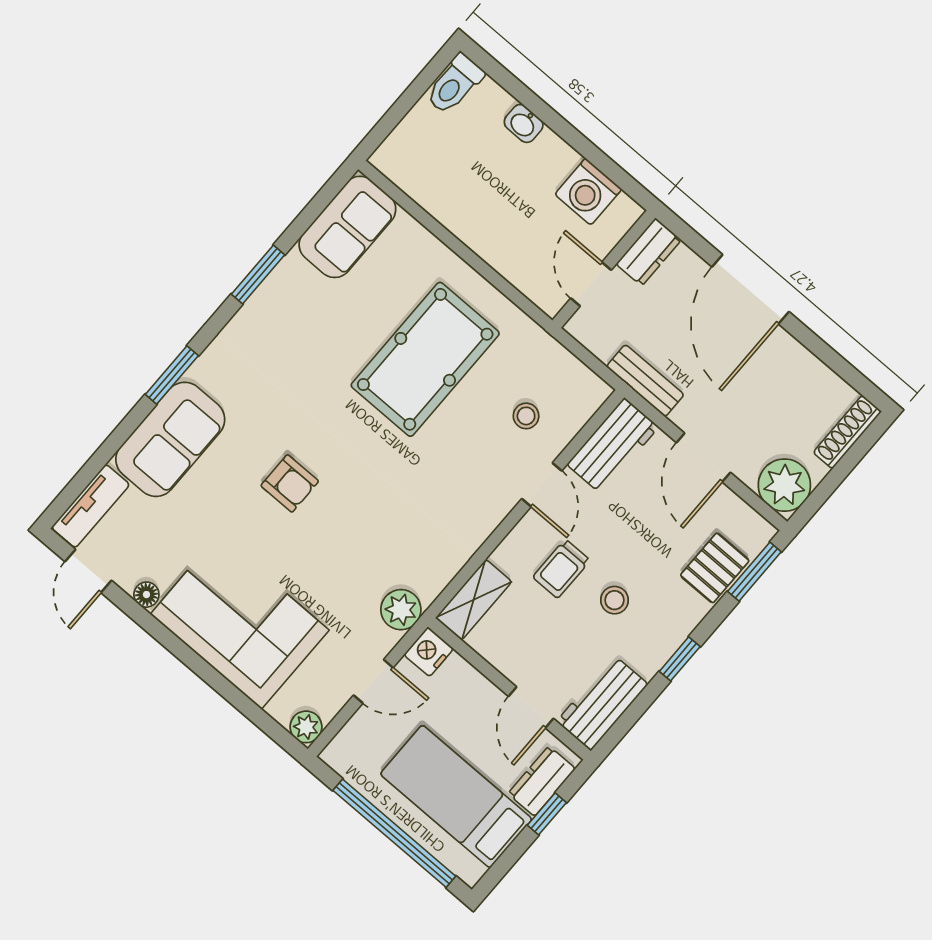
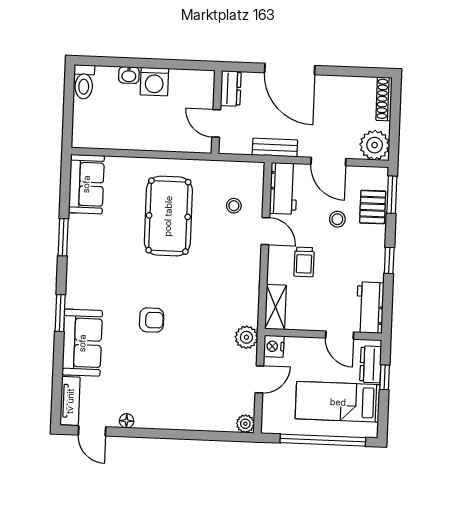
washing machine: (588, 192) -> (154, 82), moved
stool: (614, 600) -> (337, 219), moved
corner sofa: (240, 622) -> (178, 400), removed

